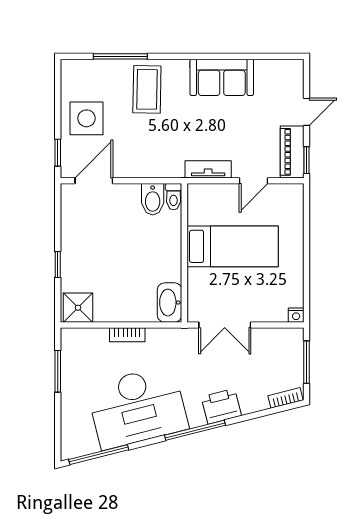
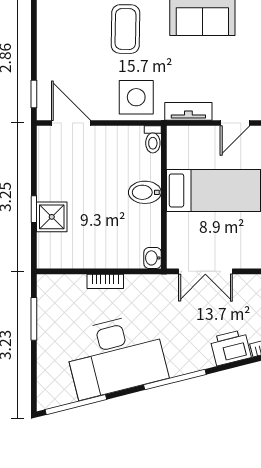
side table: (86, 118) -> (136, 97), moved
door: (94, 181) -> (71, 123), hinge flipped
bidet: (153, 199) -> (145, 192), moved, turned 90
washbasin: (170, 303) -> (153, 258), width x0.52, depth x0.69
shower: (78, 308) -> (52, 217), moved
printer: (221, 406) -> (230, 348), moved

